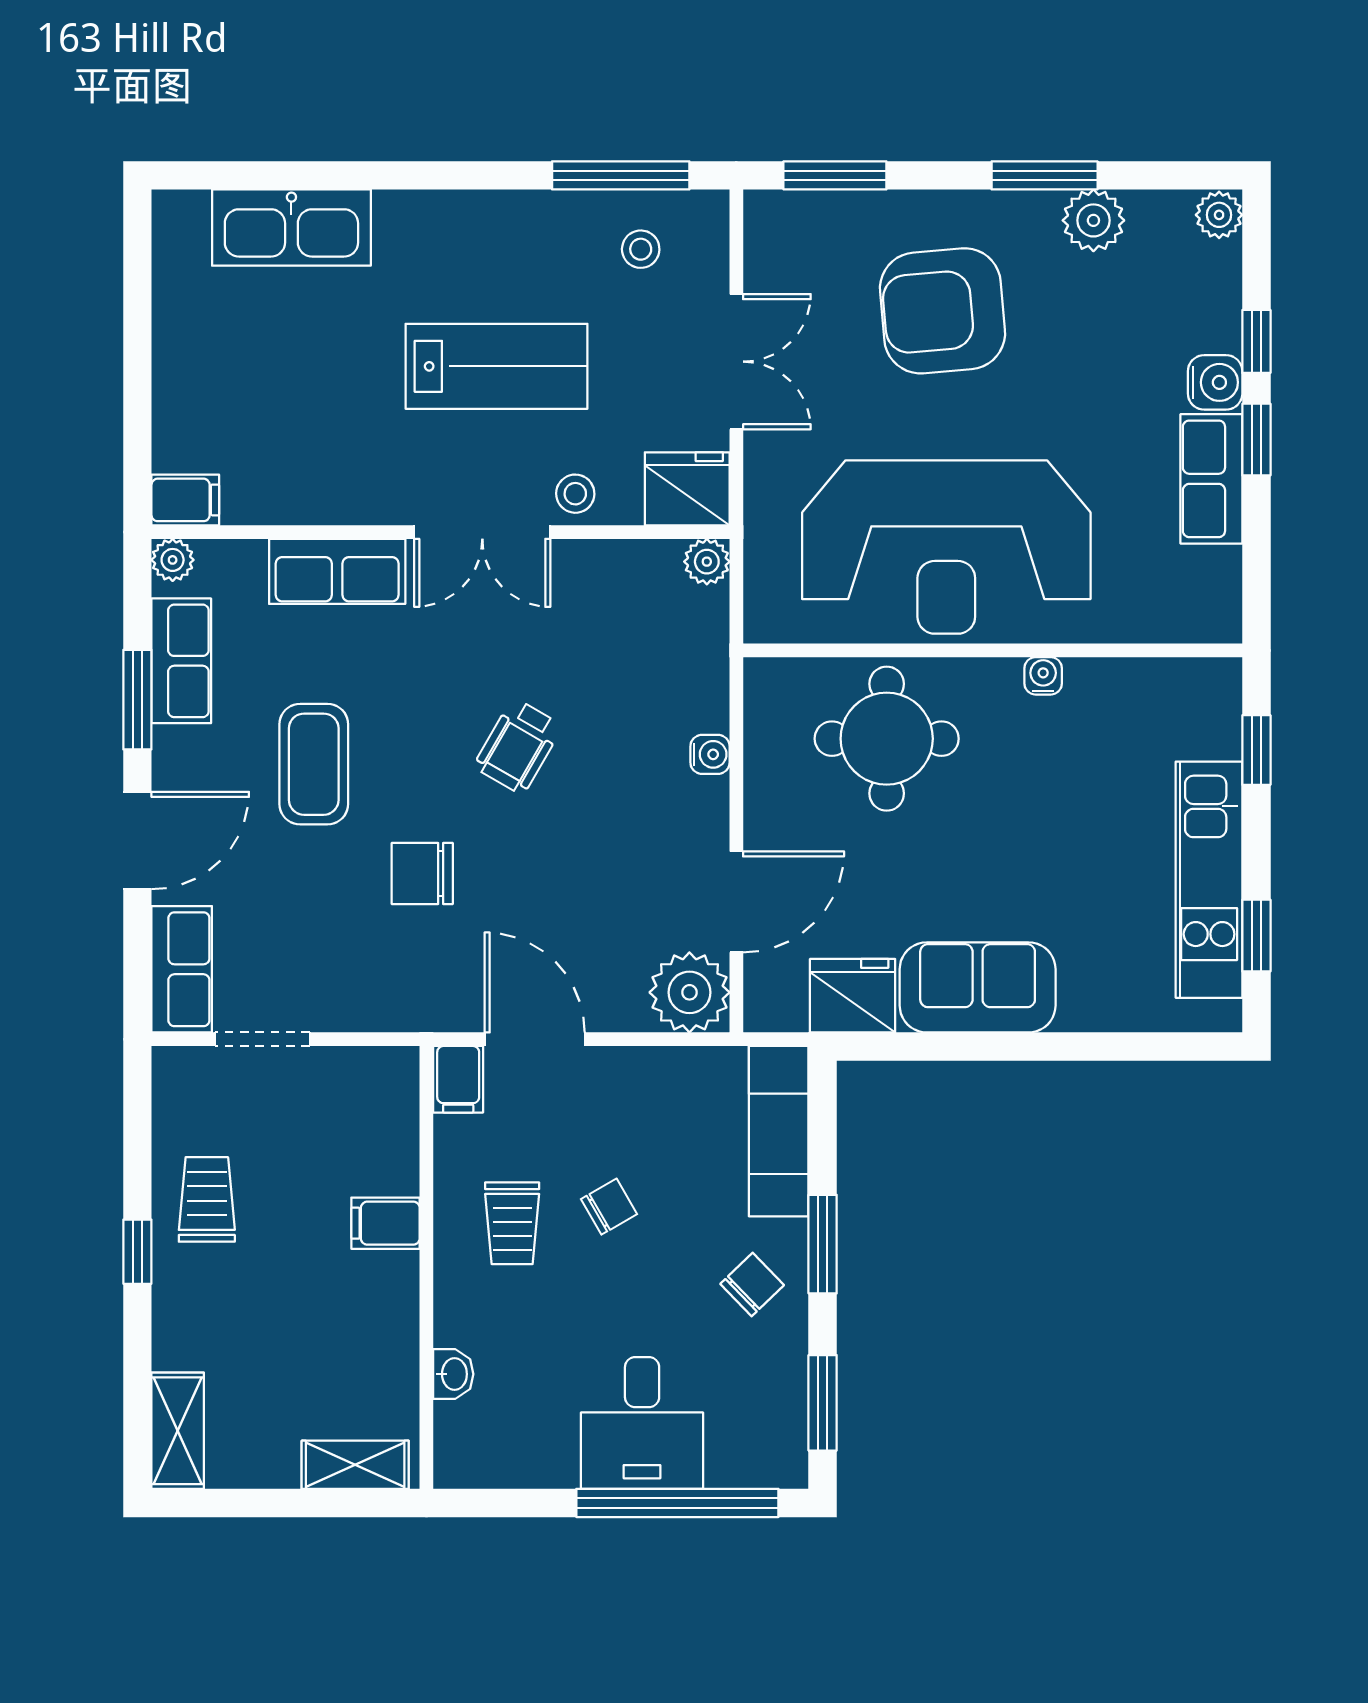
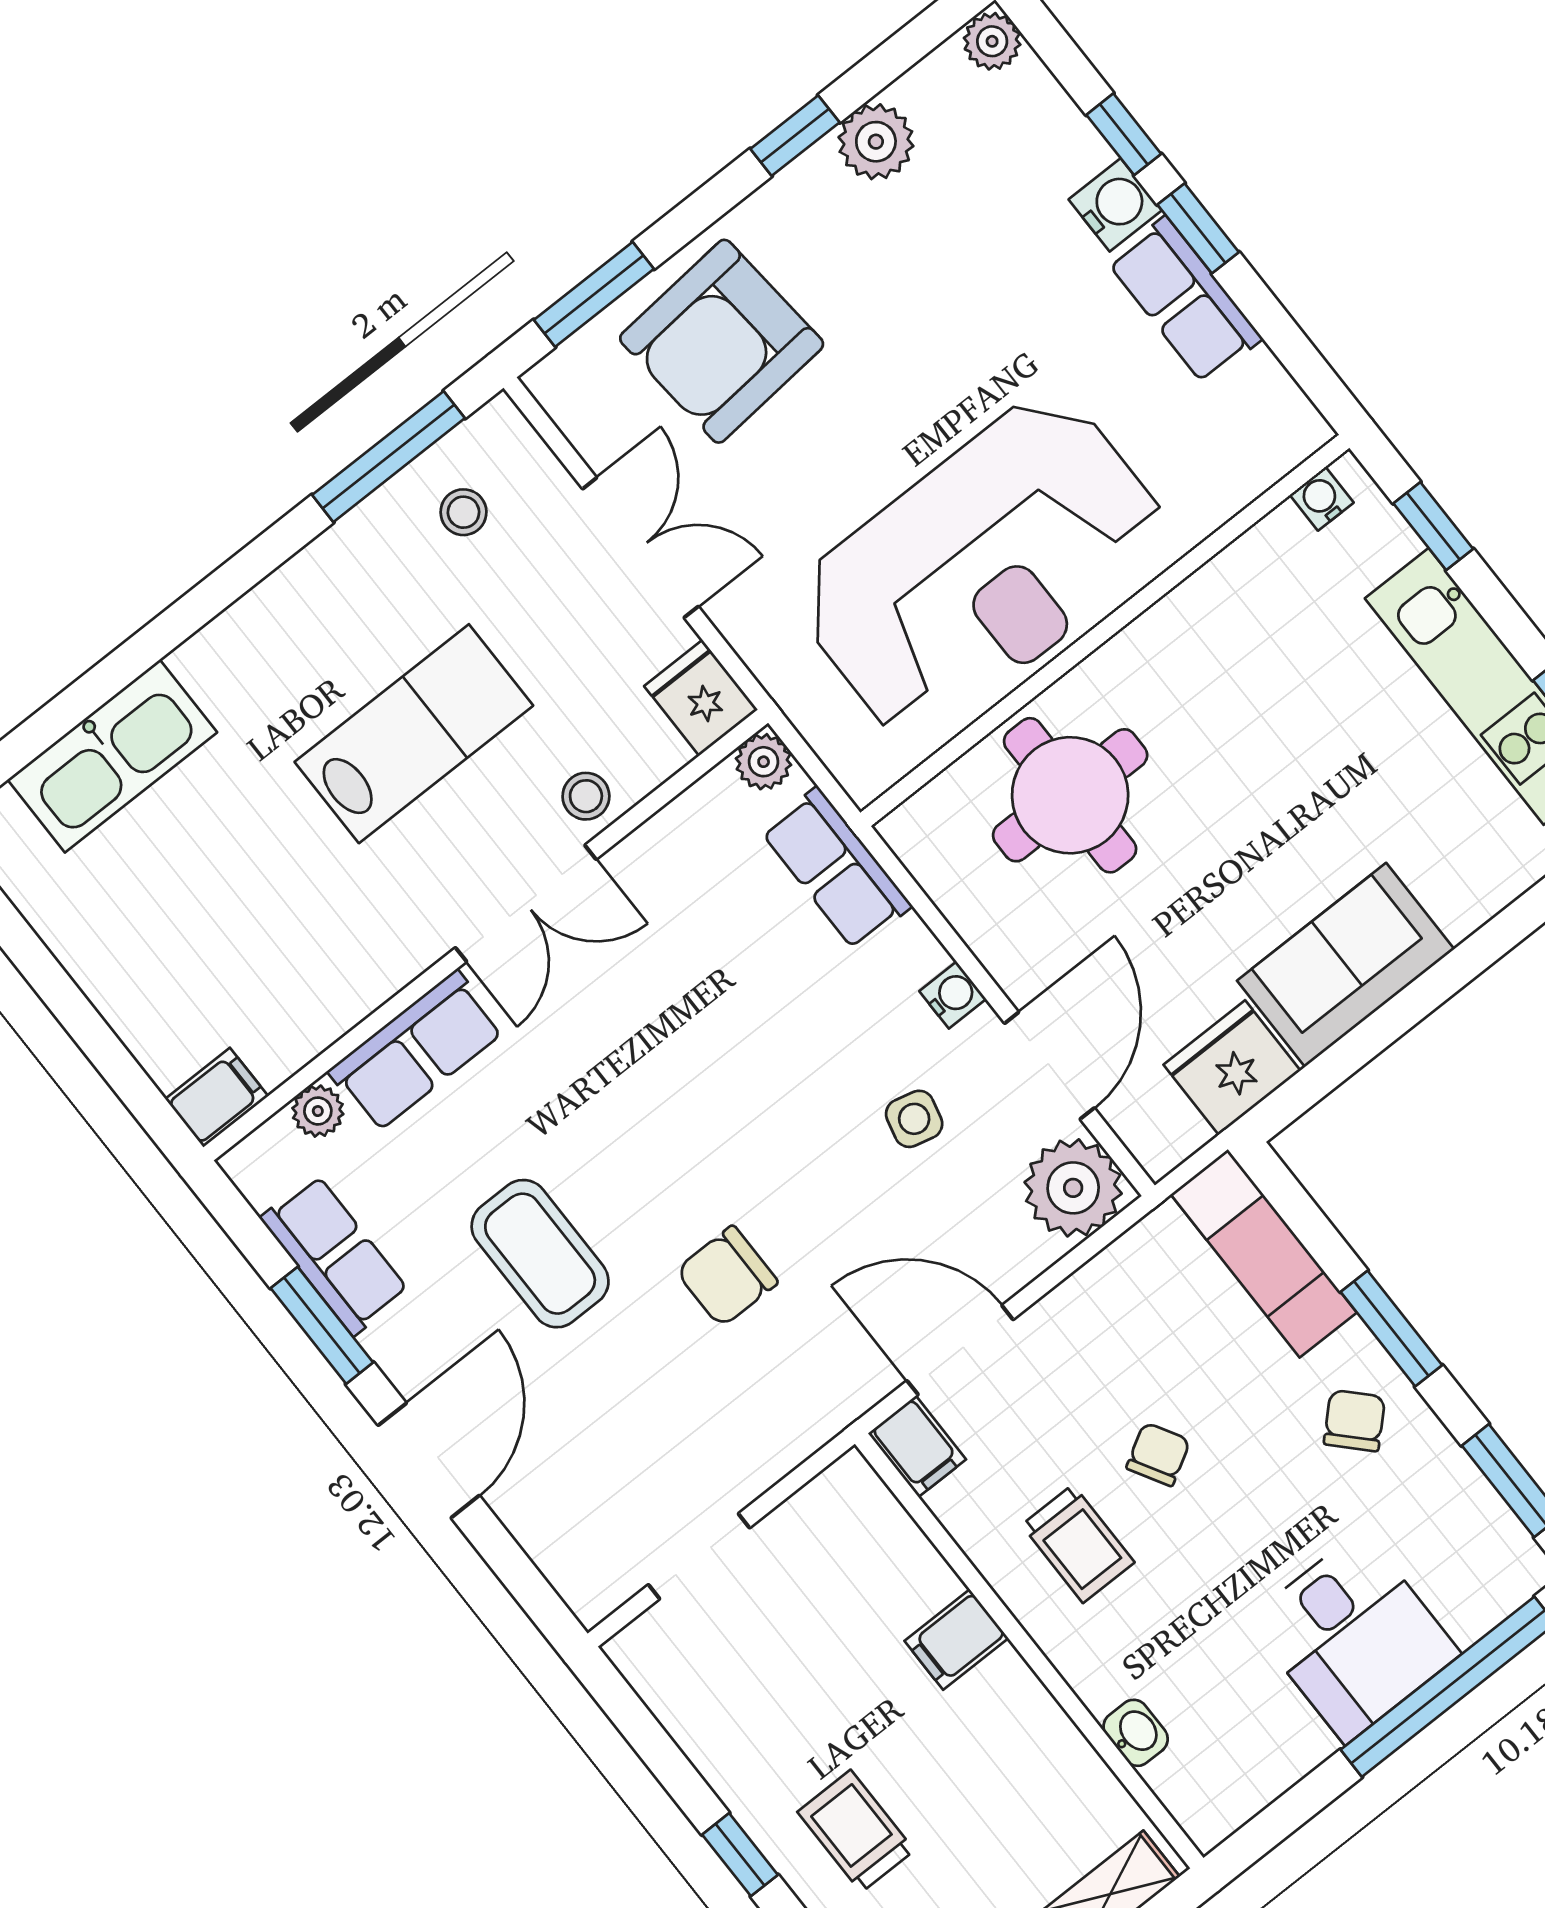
window: (1045, 175) -> (795, 136), width x0.67
armchair: (943, 311) -> (722, 341), moved
fridge: (687, 489) -> (701, 698), width x0.72
plant: (173, 560) -> (318, 1111), moved
water cooler: (1043, 676) -> (1322, 499), moved
wheelchair: (518, 746) -> (722, 1082), removed
water cooler: (710, 754) -> (953, 995), moved
side table: (622, 867) -> (914, 1119), added
row of seats: (182, 969) -> (836, 869), moved, turned 180
trolley: (207, 1199) -> (856, 1831), moved

